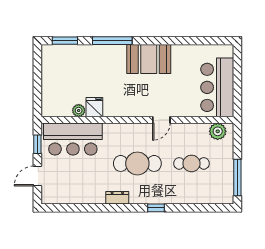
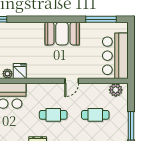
window: (112, 41) -> (101, 19), moved
cafe table: (137, 163) -> (53, 115), width x0.73, depth x0.74

